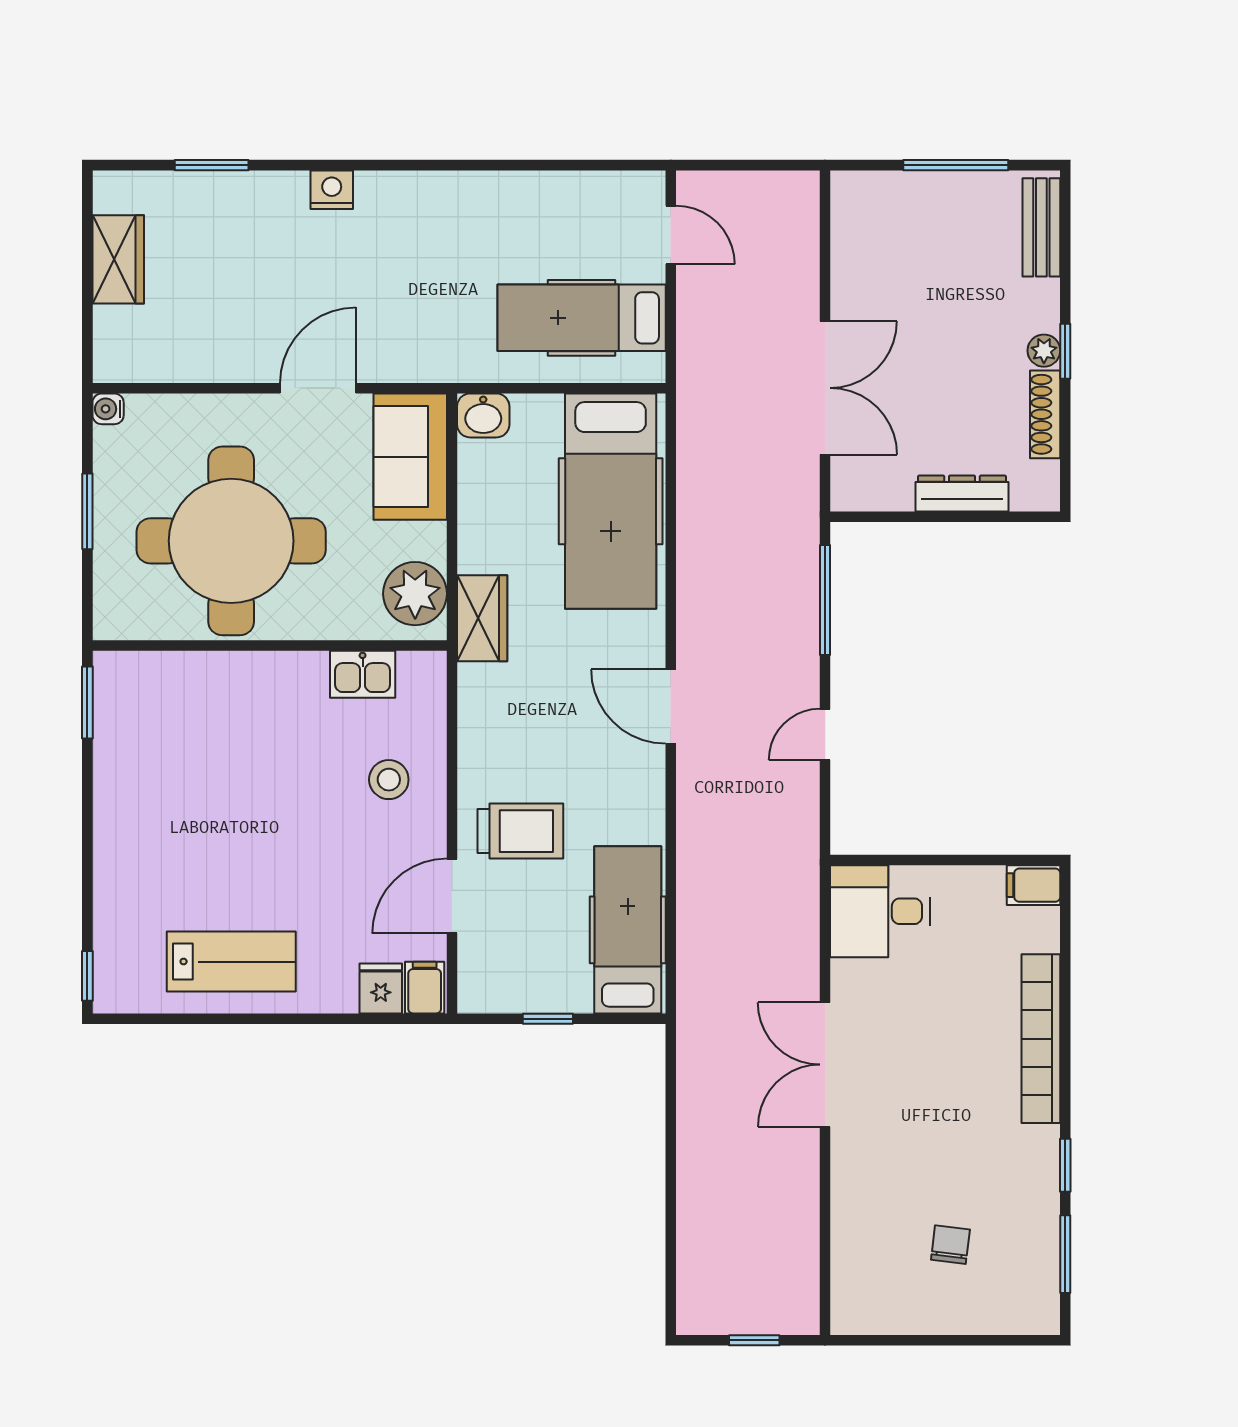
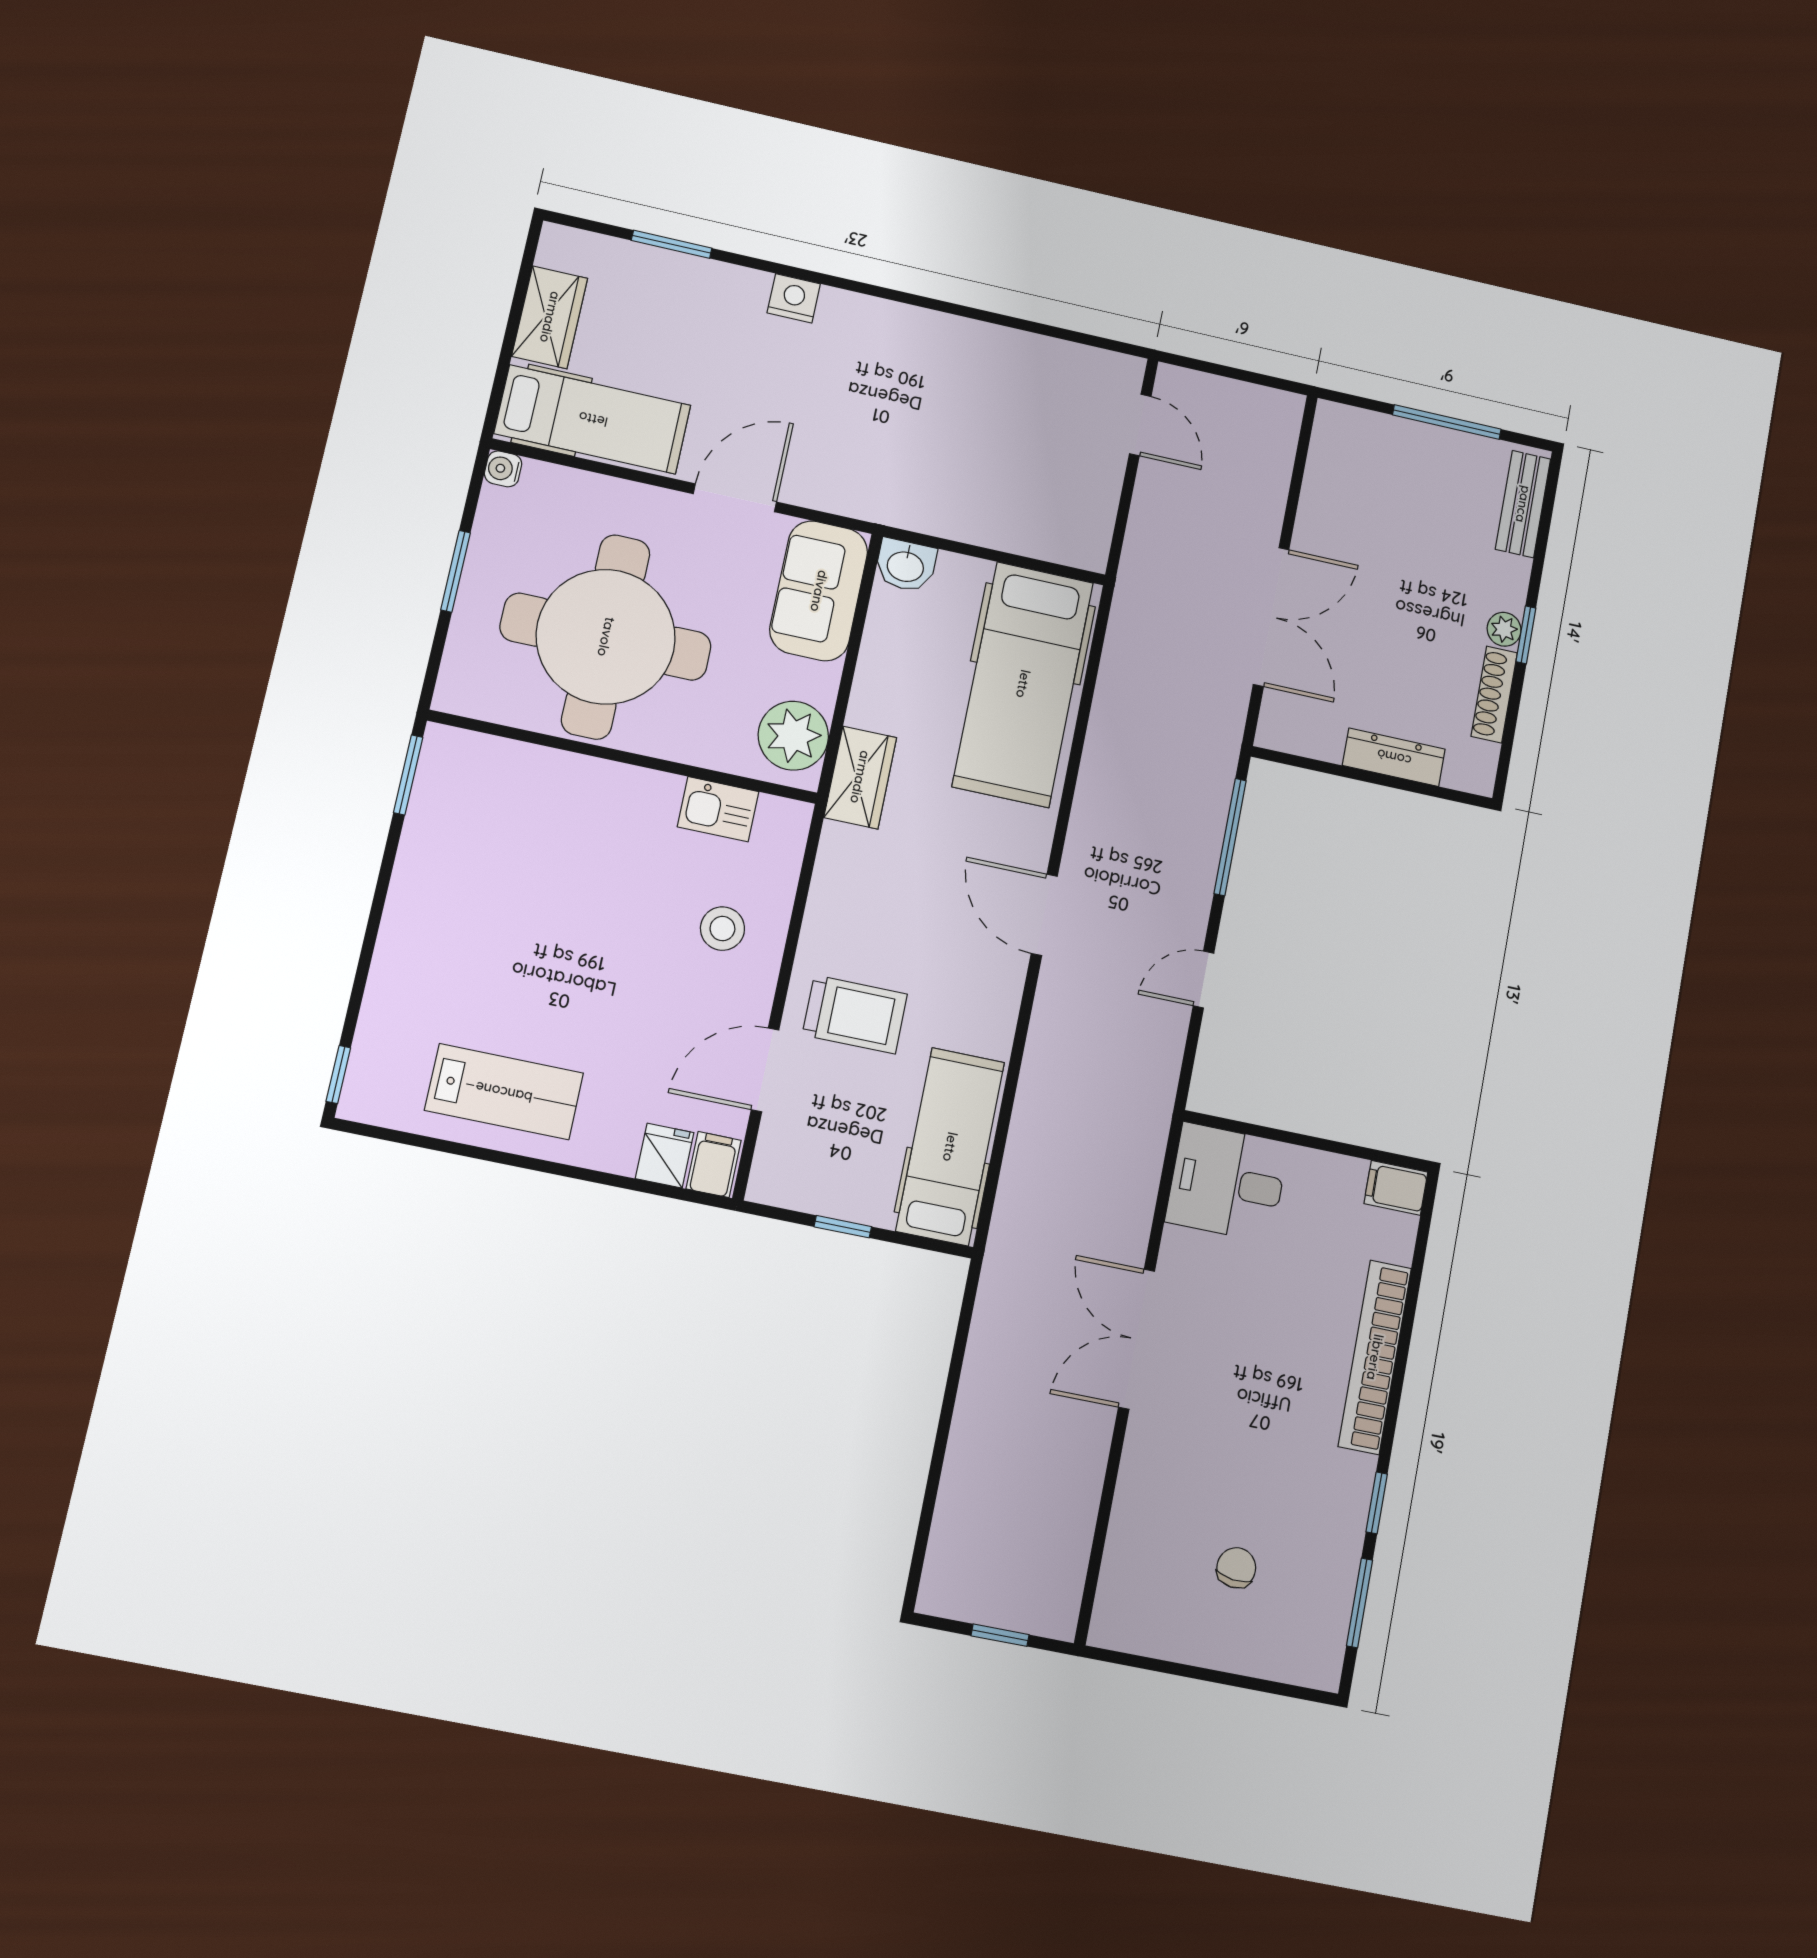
hospital bed: (582, 318) -> (593, 419), moved, turned 180

